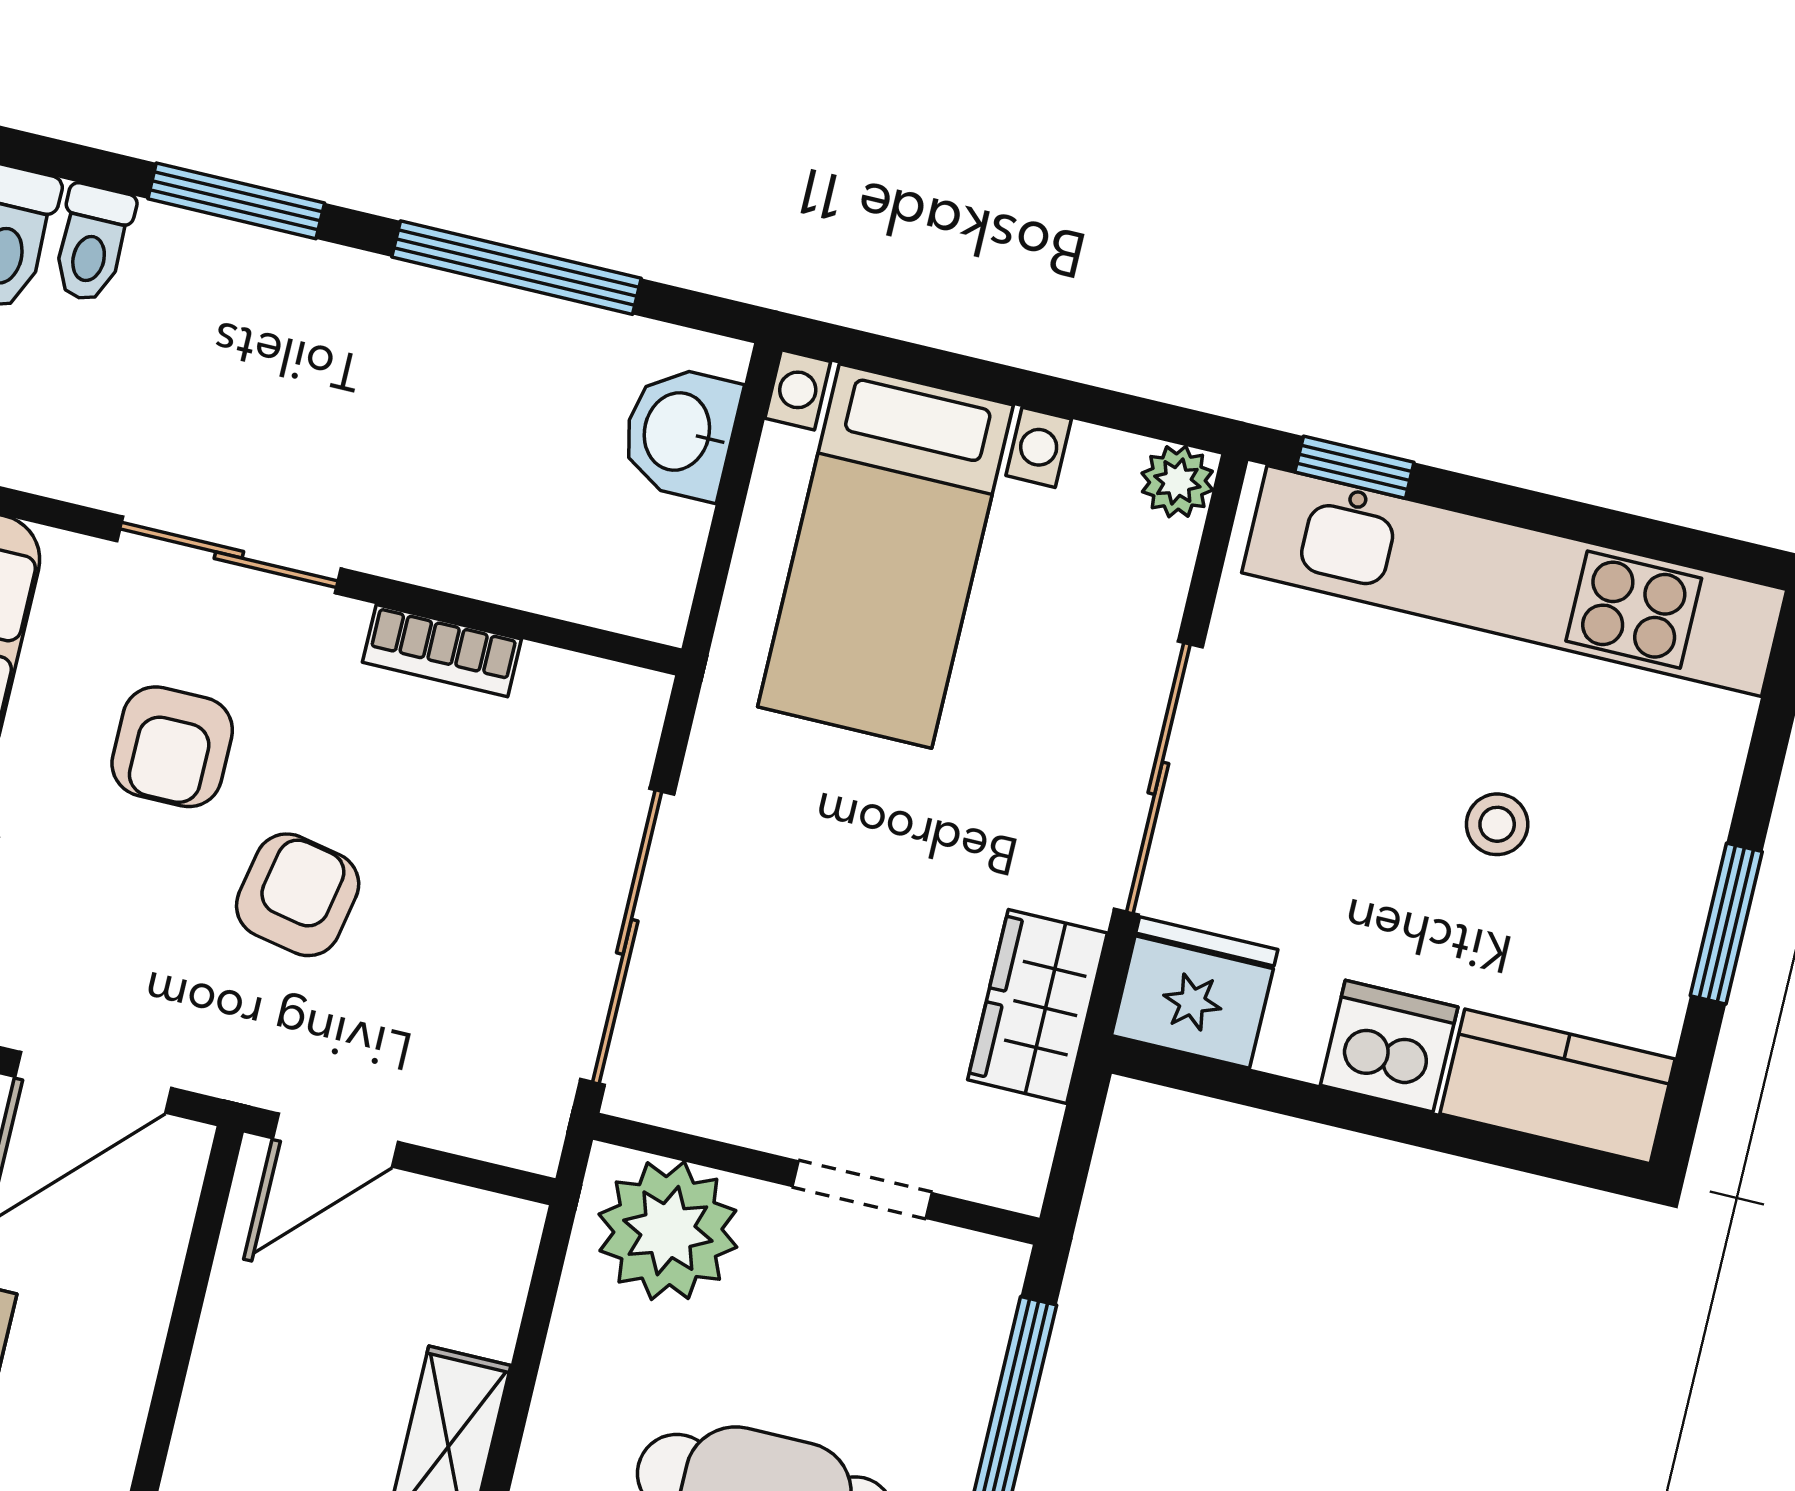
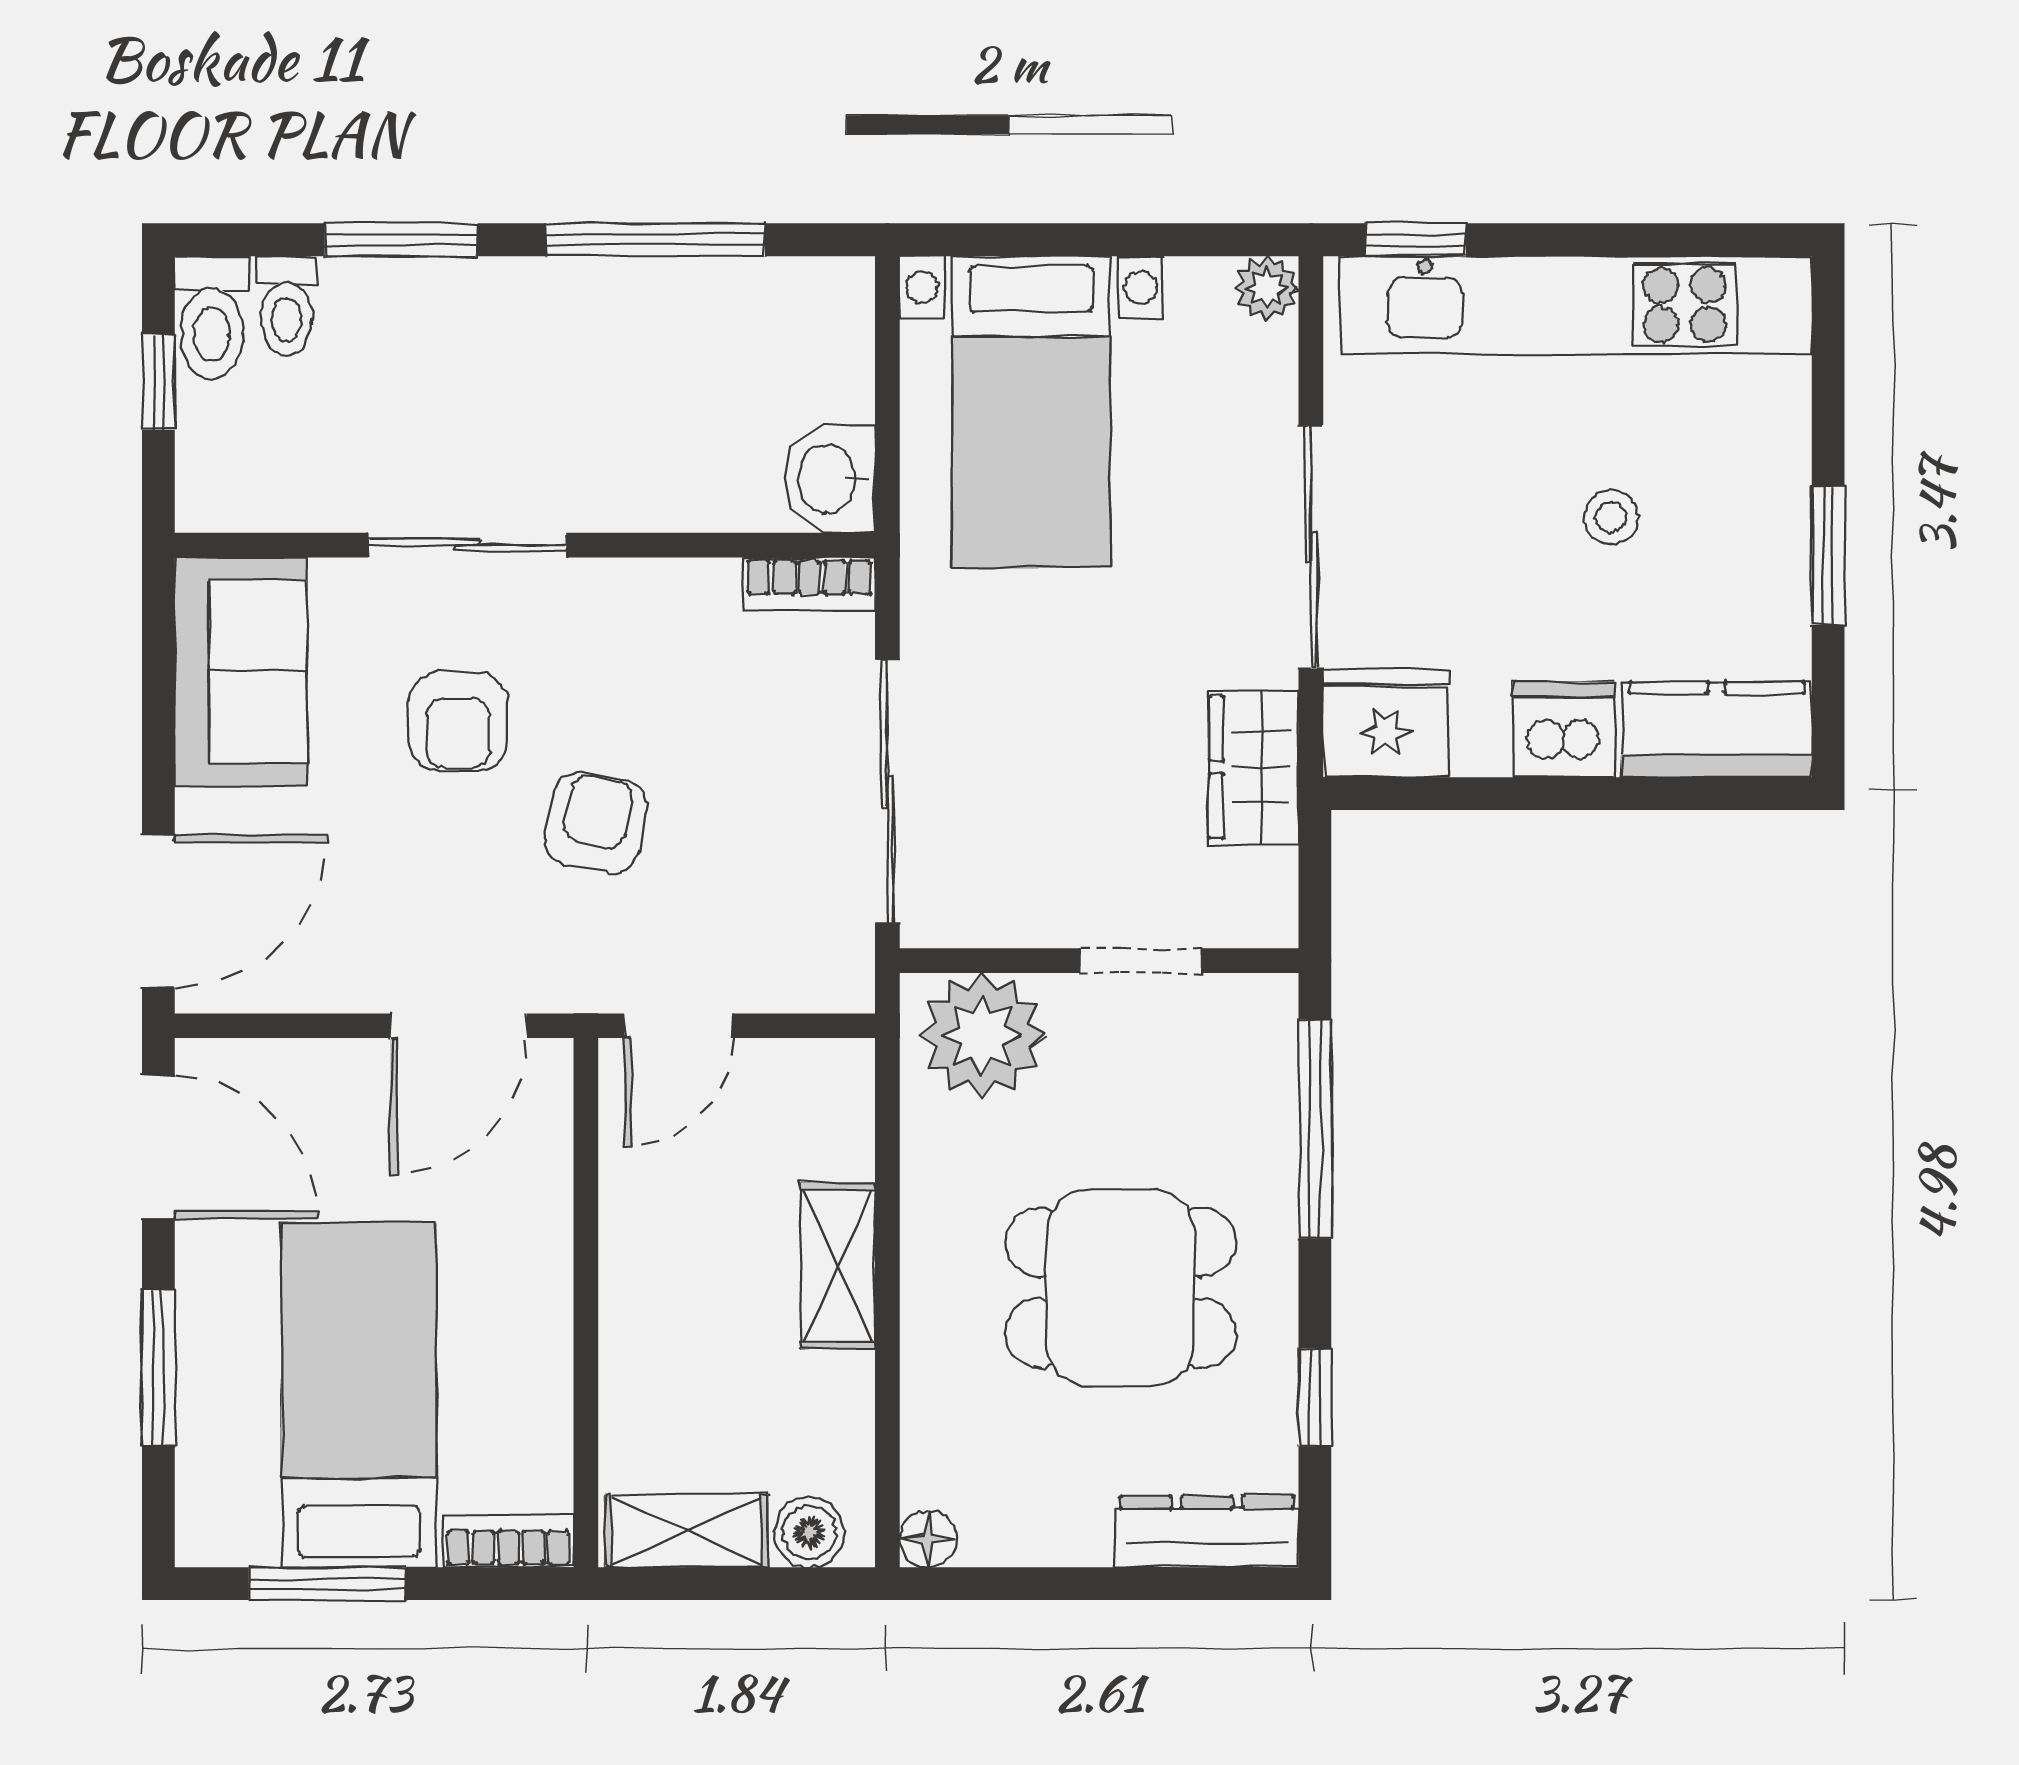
washbasin: (680, 432) -> (829, 479), moved
bookcase: (442, 651) -> (809, 584), moved

